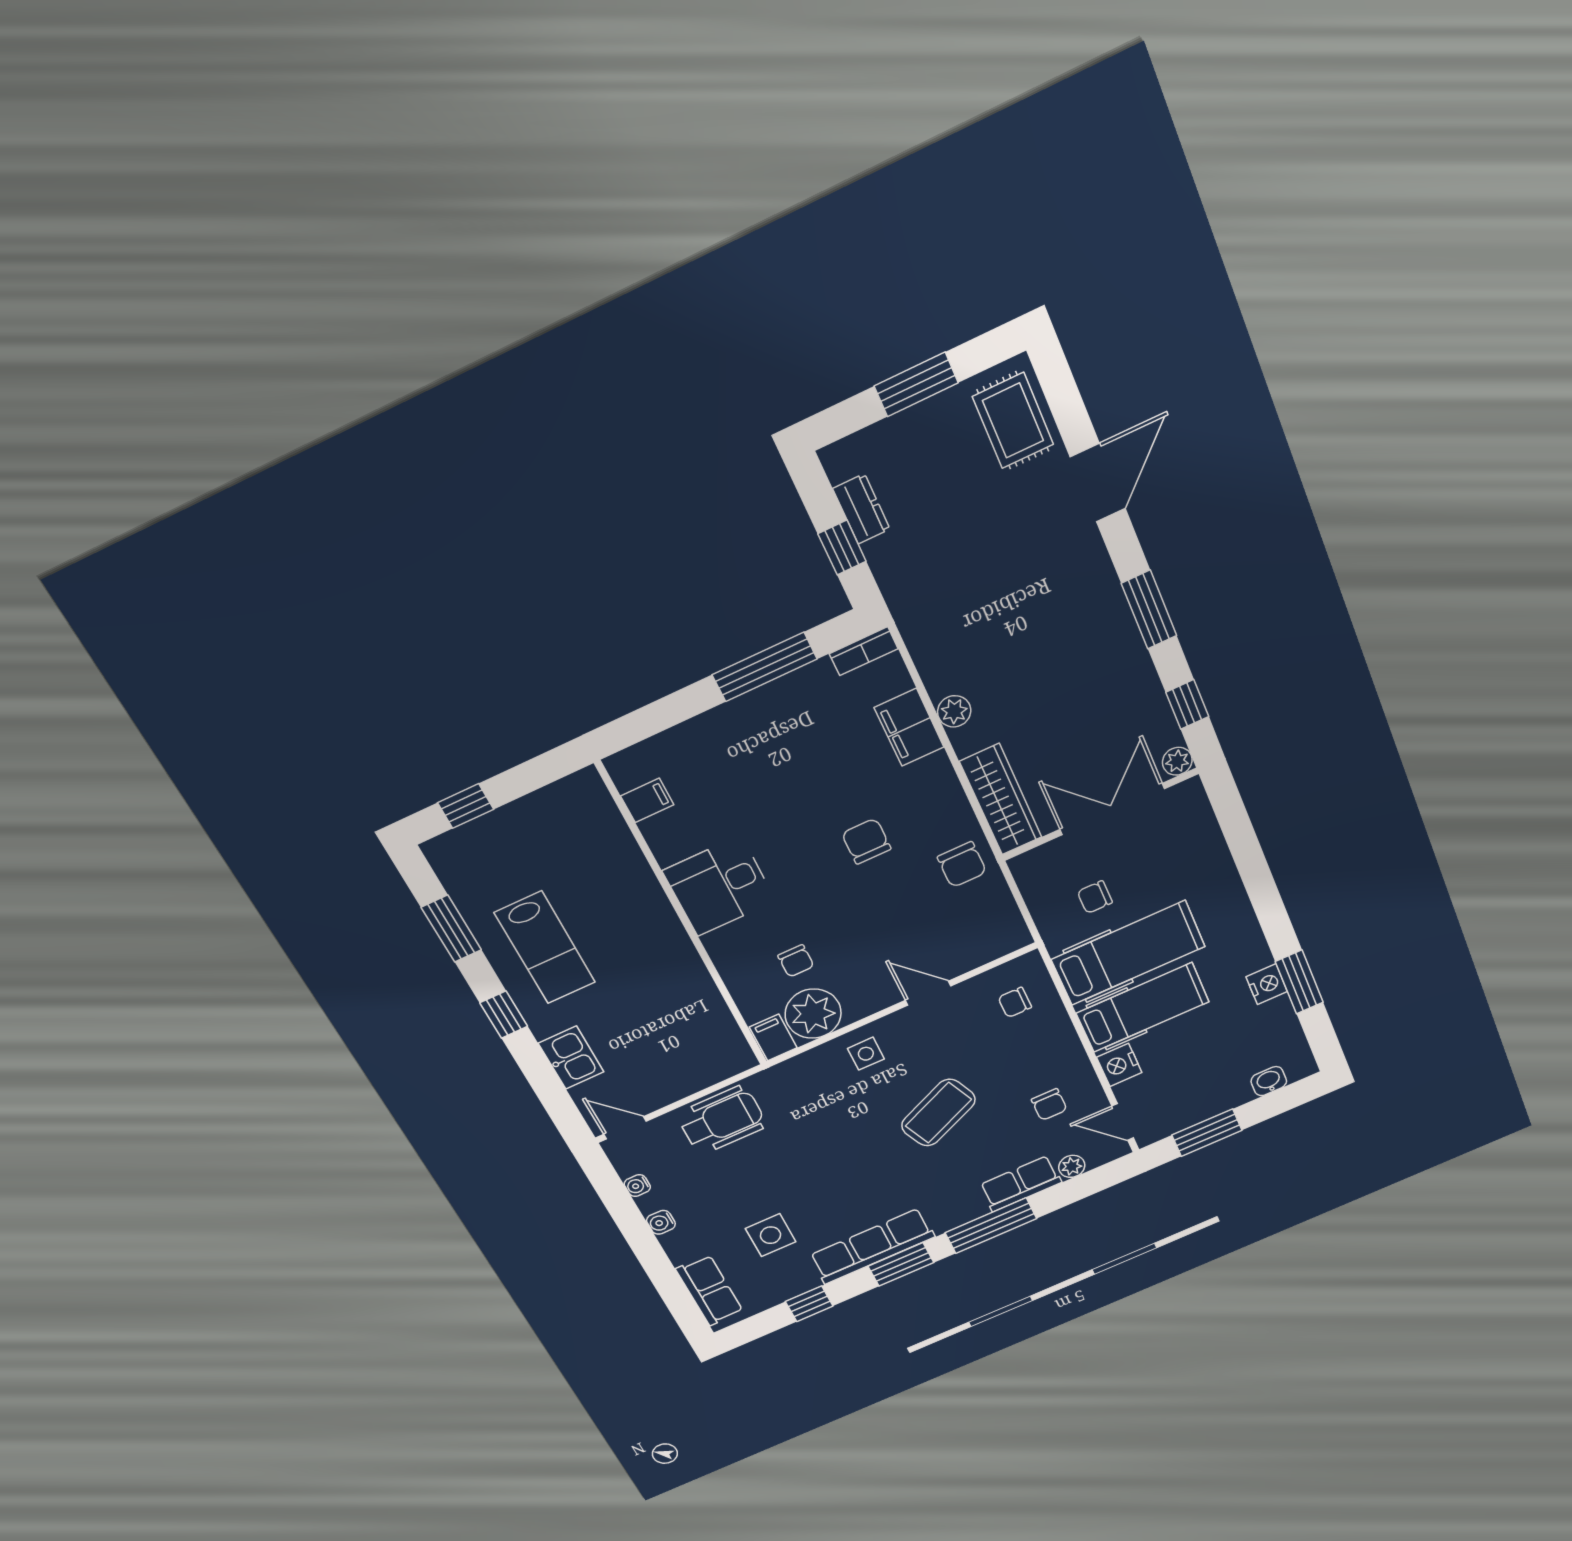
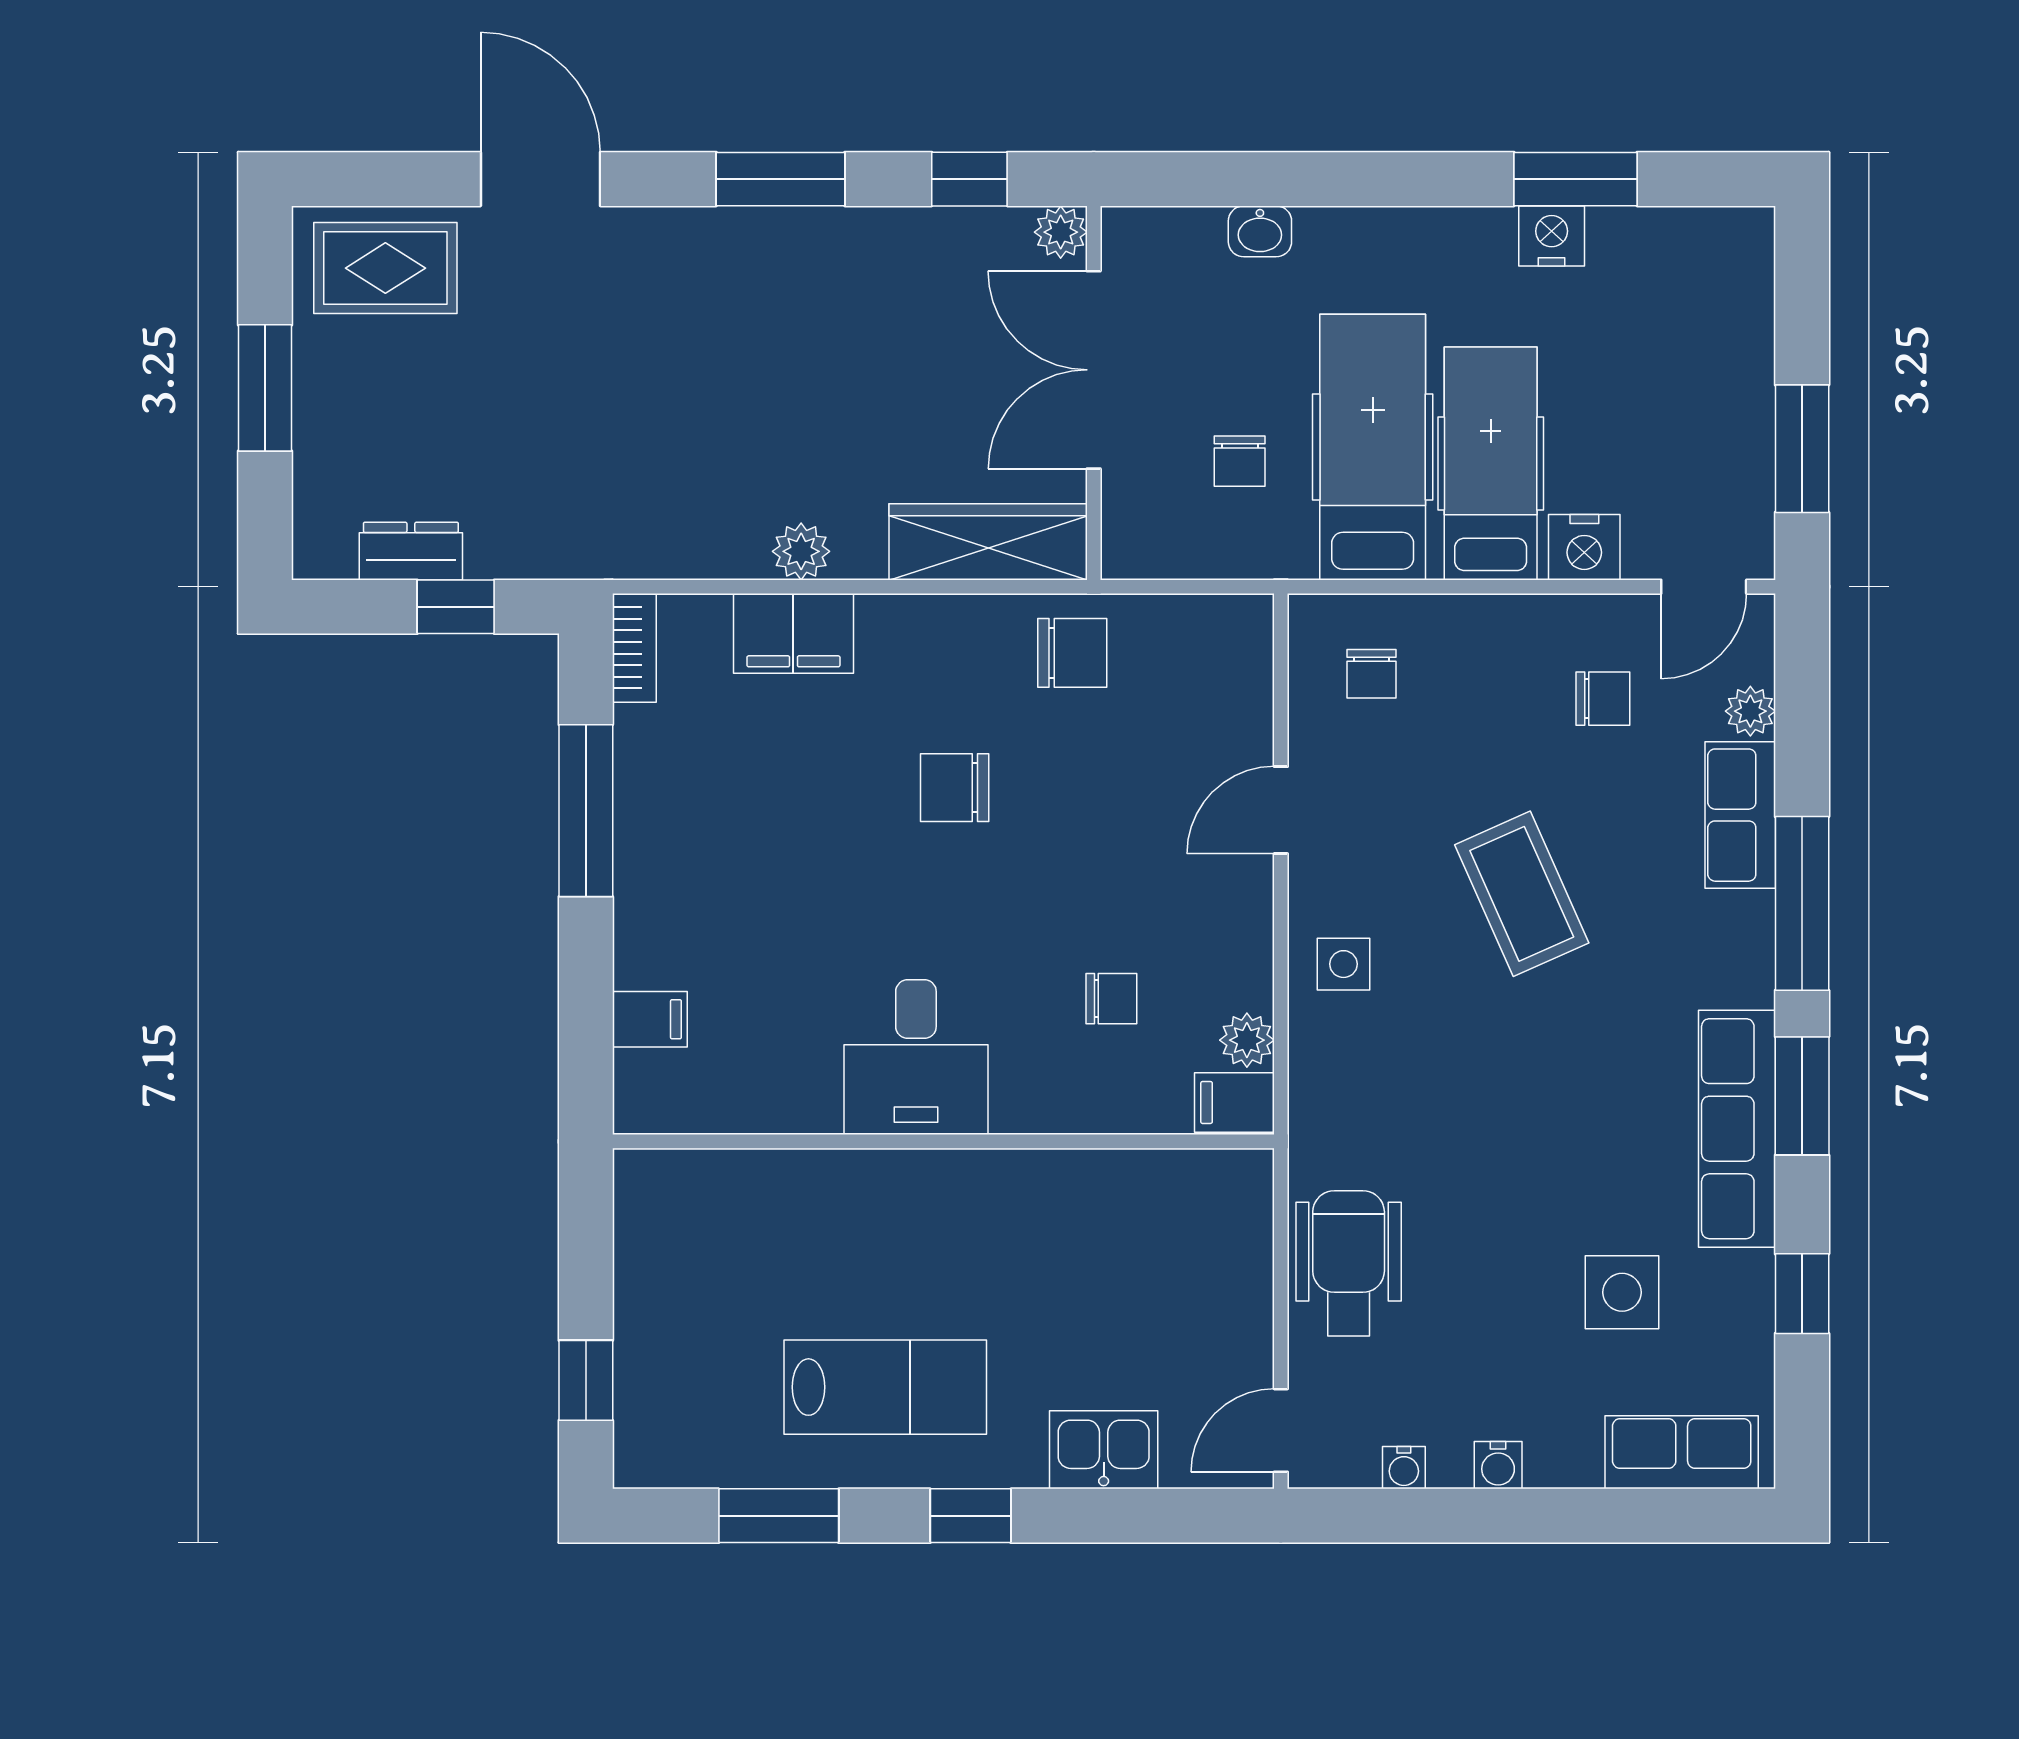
filing cabinet: (647, 800) -> (650, 1019), moved, turned 90
plant: (813, 1014) -> (1247, 1040), width x0.53, depth x0.53
washbasin: (1269, 1081) -> (1260, 231), moved, turned -90

